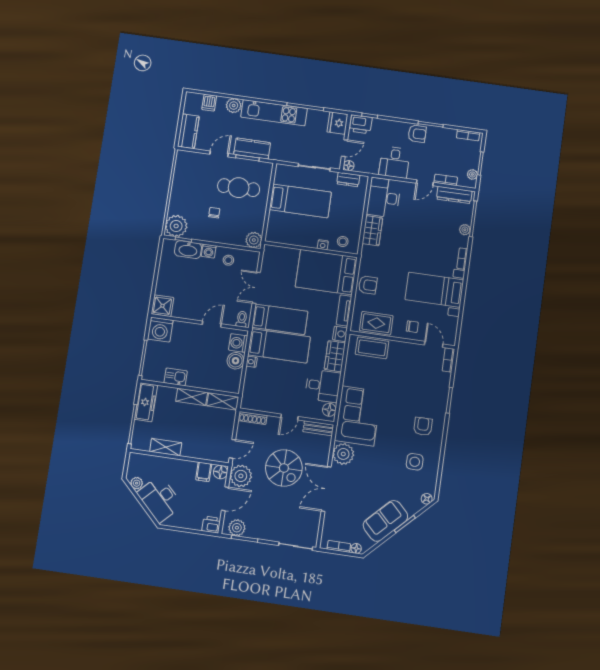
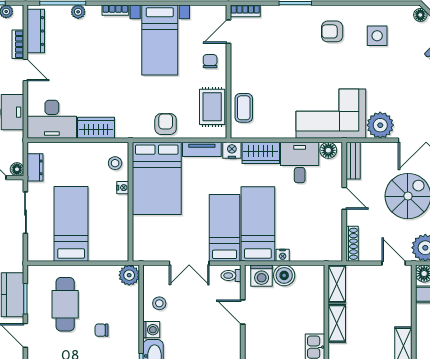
coffee table: (372, 348) -> (244, 108), width x0.73, depth x0.77

